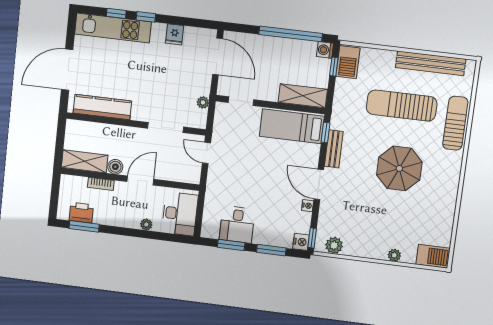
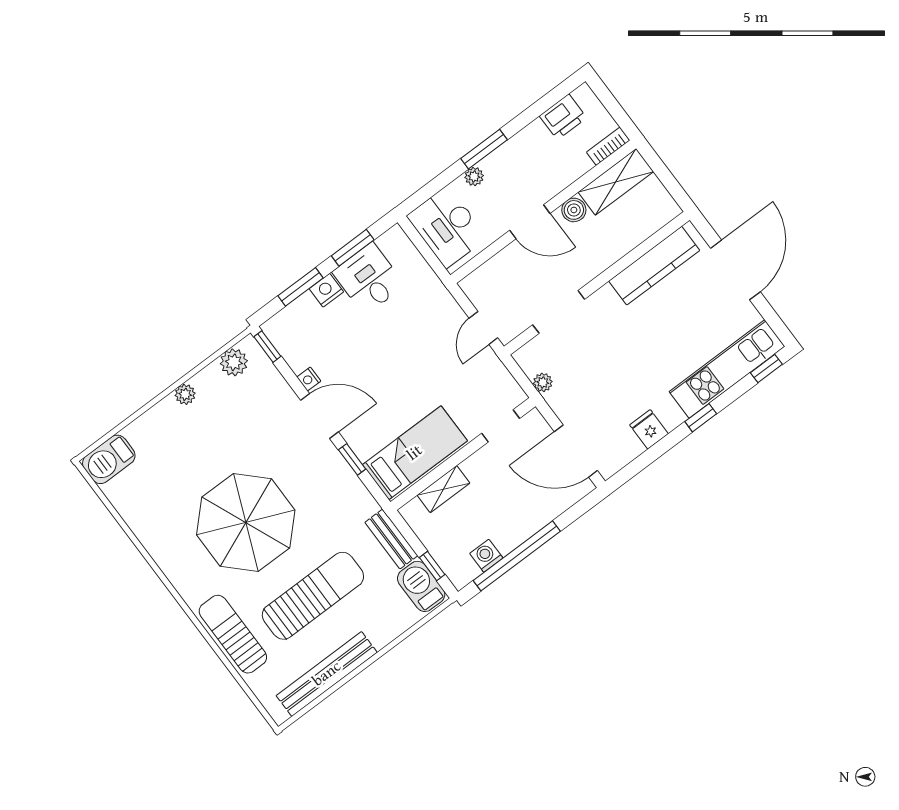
window: (116, 13) -> (766, 369), moved
washing machine: (325, 50) -> (486, 556), moved, turned -90
shelving: (303, 96) -> (443, 489), width x0.67, depth x0.75
sun lounger: (455, 123) -> (233, 634), turned 180
window: (325, 133) -> (352, 459), moved
bench: (334, 149) -> (391, 539), moved
door: (206, 153) -> (483, 328), swing flipped
parasol: (399, 168) -> (246, 522), width x1.36, depth x1.36
door: (140, 180) -> (530, 222), hinge flipped
bookcase: (101, 184) -> (608, 146), moved
window: (84, 226) -> (484, 149), moved
nightstand: (301, 242) -> (326, 290), moved, turned 90
plant: (394, 255) -> (185, 394), moved

